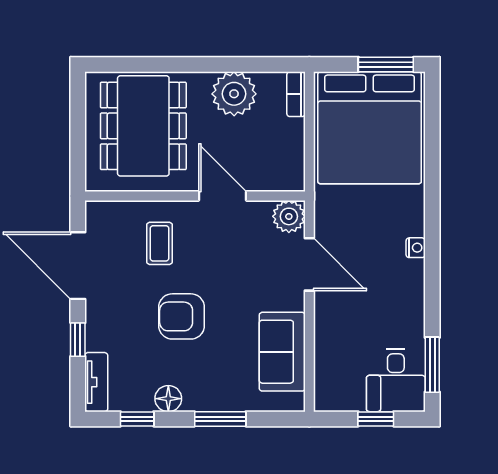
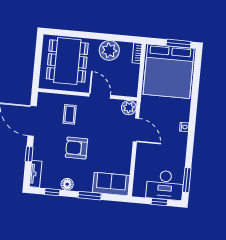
sofa: (282, 352) -> (111, 184), moved, turned 90
desk: (396, 380) -> (165, 185), width x1.37

